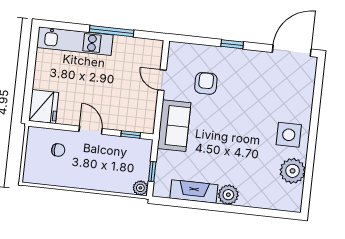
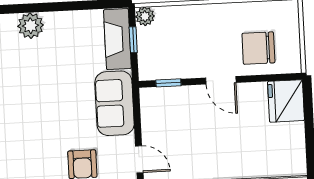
chair: (58, 150) -> (258, 48), width x1.87, depth x1.87
fireplace: (194, 192) -> (117, 39), moved, turned 90

